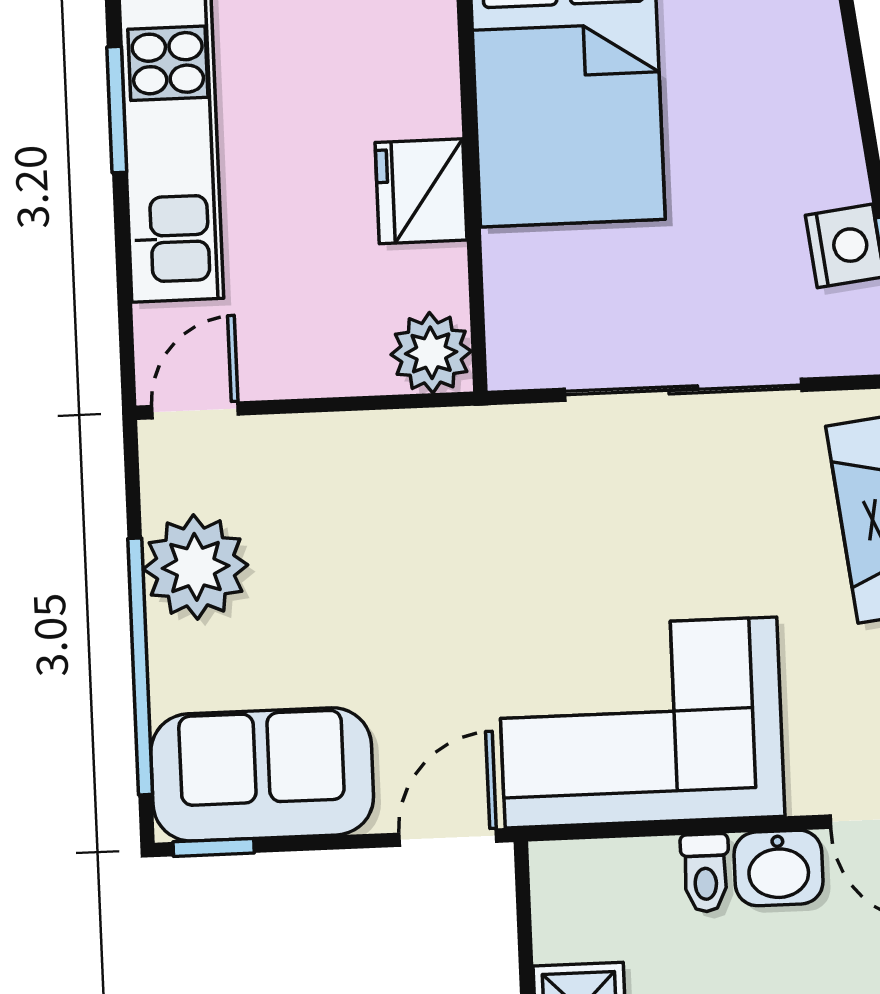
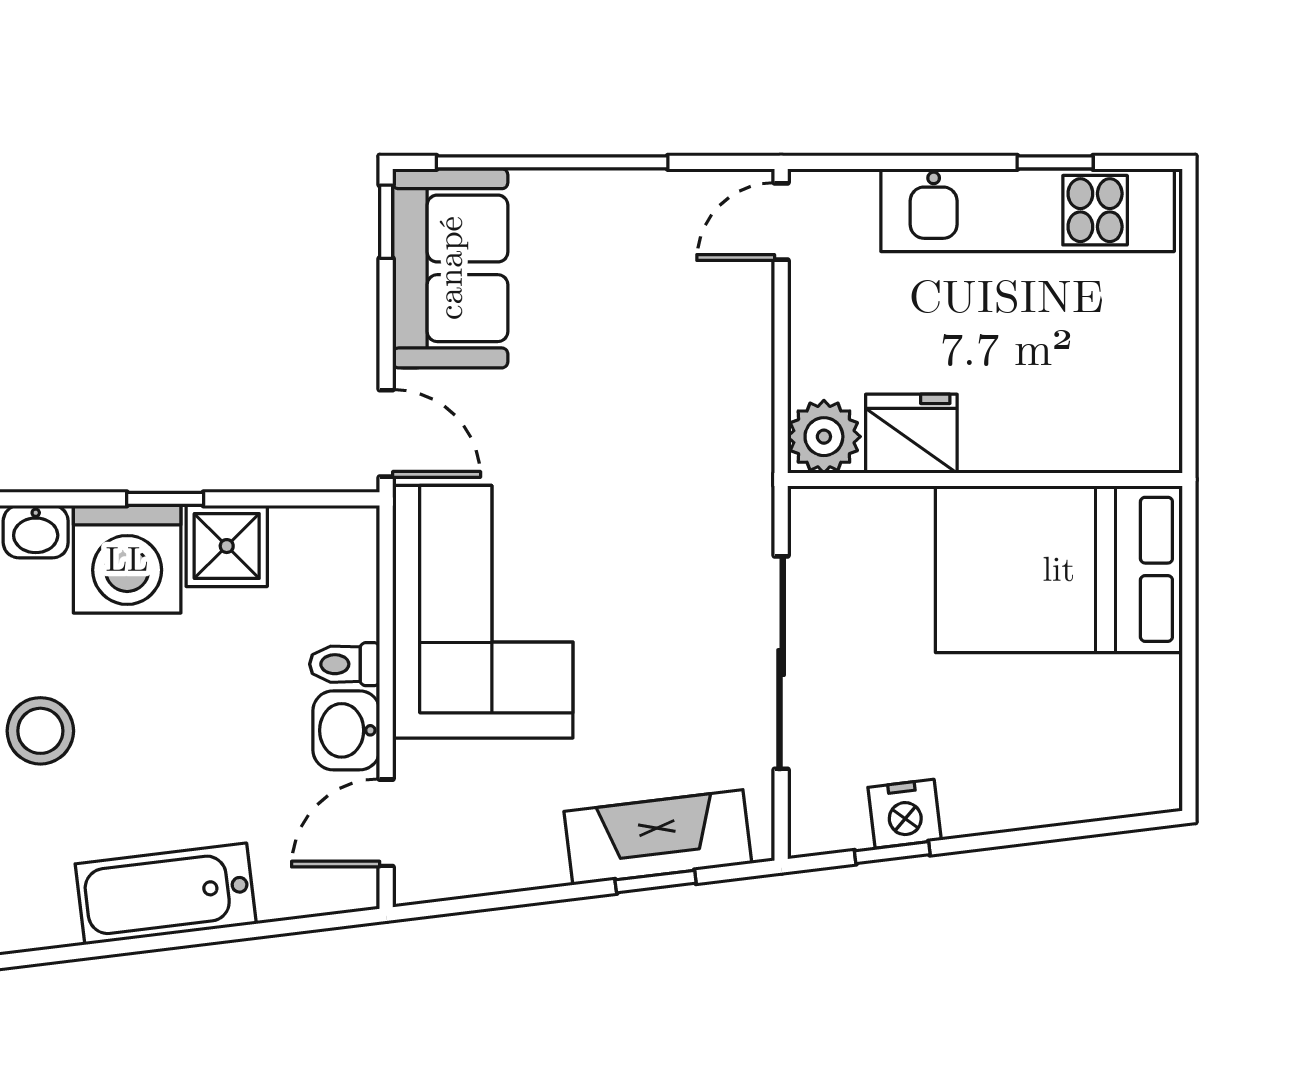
window: (117, 110) -> (1055, 162), width x0.67
fridge: (421, 191) -> (911, 434), moved
door: (195, 410) -> (781, 222), swing flipped
plant: (196, 567) -> (640, 216), removed

